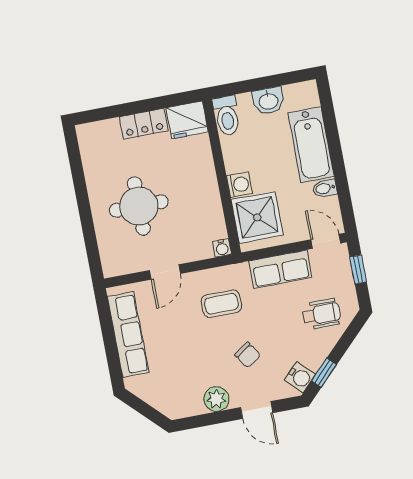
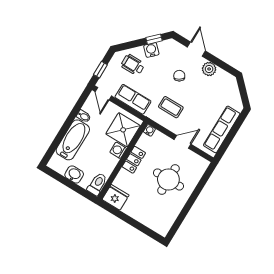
locker: (144, 124) -> (134, 160), moved, turned 90
water cooler: (300, 377) -> (151, 50), moved

